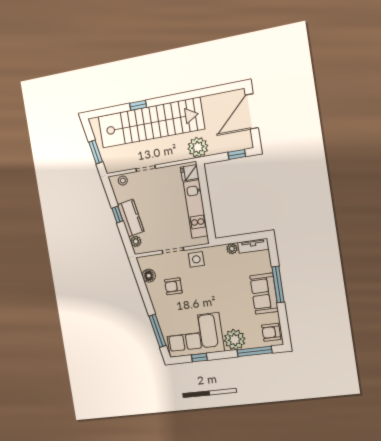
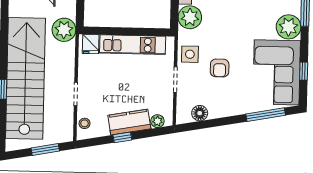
plant: (232, 249) -> (190, 17), width x1.88, depth x1.88
armchair: (173, 286) -> (220, 68), moved

